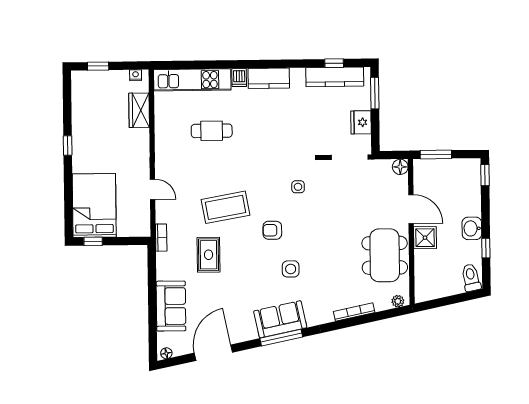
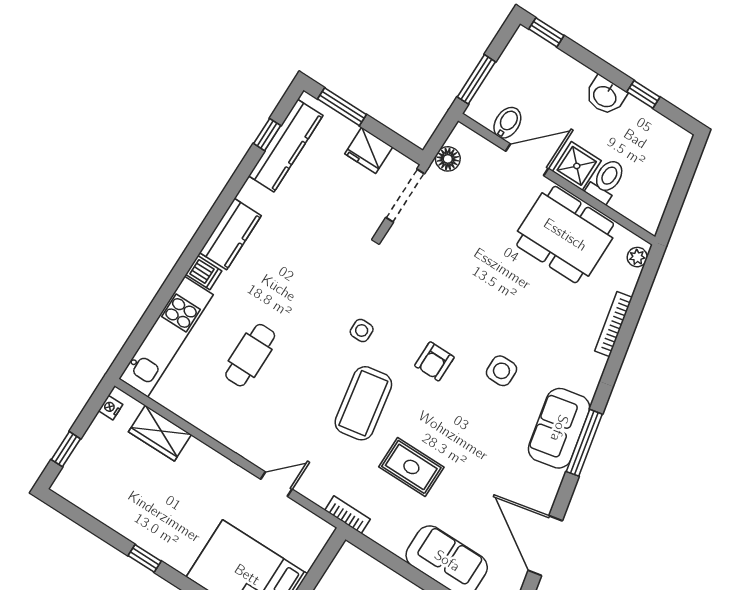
floor lamp: (400, 167) -> (448, 159), moved
bidet: (424, 186) -> (507, 123), added
side table: (298, 187) -> (362, 330), moved
toilet: (471, 278) -> (606, 181), moved, turned 102

